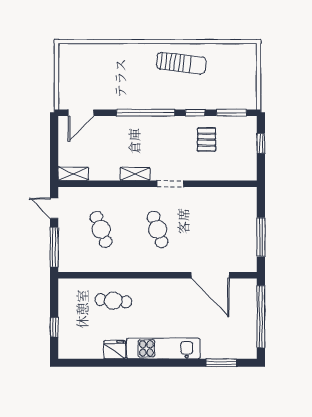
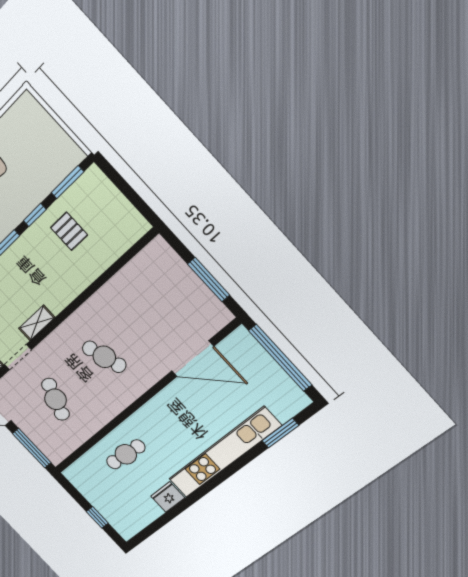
window: (261, 143) -> (123, 186), removed
doorway: (170, 184) -> (18, 357), moved
cafe table: (101, 229) -> (56, 399), turned 42
kitchen unit: (163, 348) -> (224, 453), width x1.36

